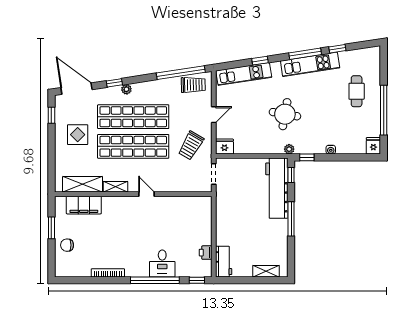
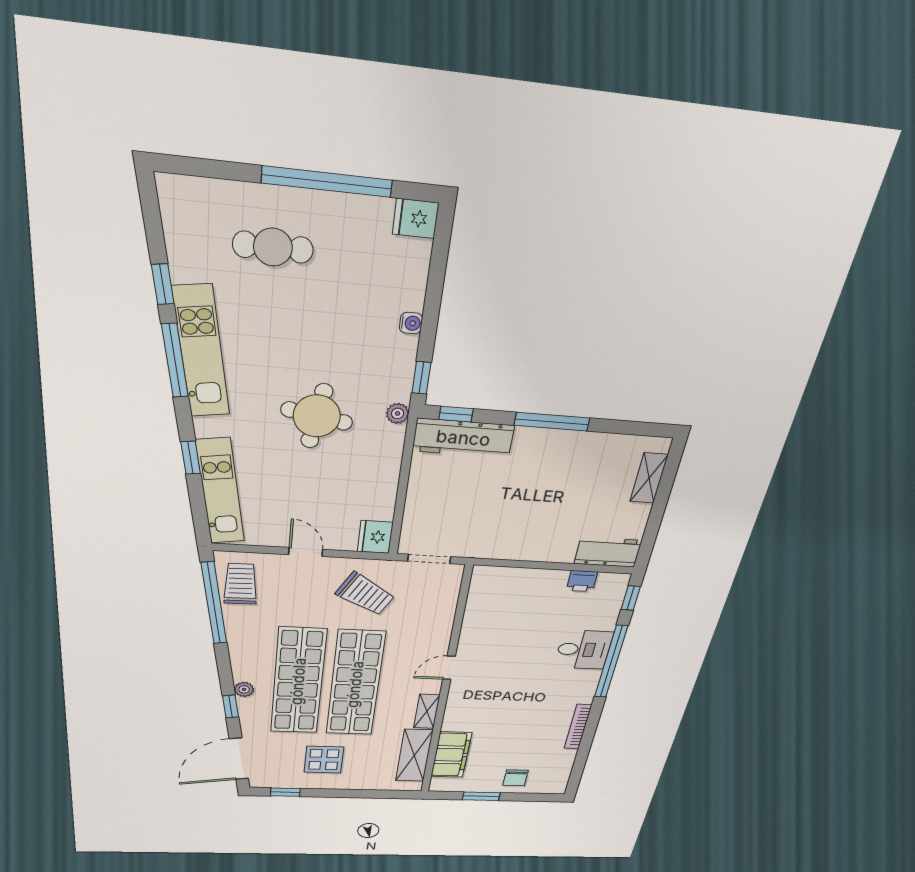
workbench: (277, 188) -> (463, 438), width x0.73, depth x0.76

